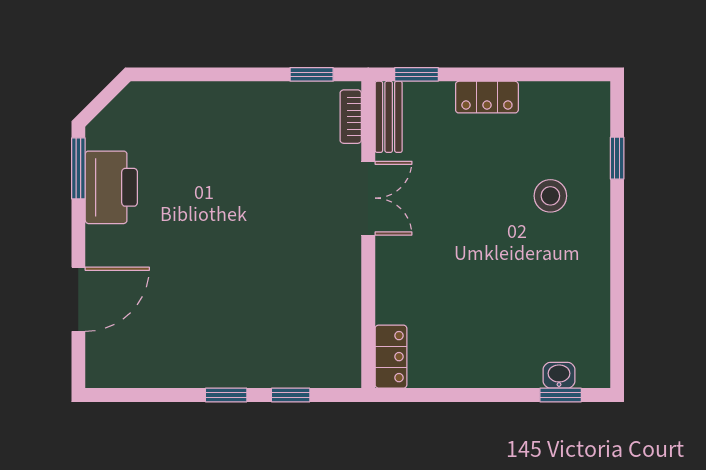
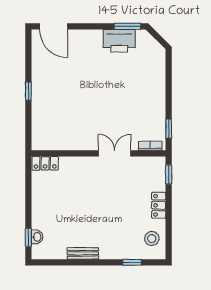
bench: (389, 117) -> (83, 253), moved
stool: (550, 196) -> (152, 238), moved
double door: (368, 198) -> (114, 153), swing flipped
door: (78, 299) -> (54, 26), moved
window: (291, 395) -> (28, 119), removed

